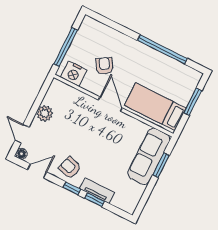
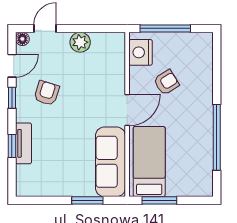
window: (193, 102) -> (159, 200), moved
sofa: (149, 156) -> (110, 162), moved, turned -90
armchair: (70, 168) -> (47, 93), moved
door: (37, 171) -> (12, 66), hinge flipped
window: (72, 188) -> (12, 98), moved

